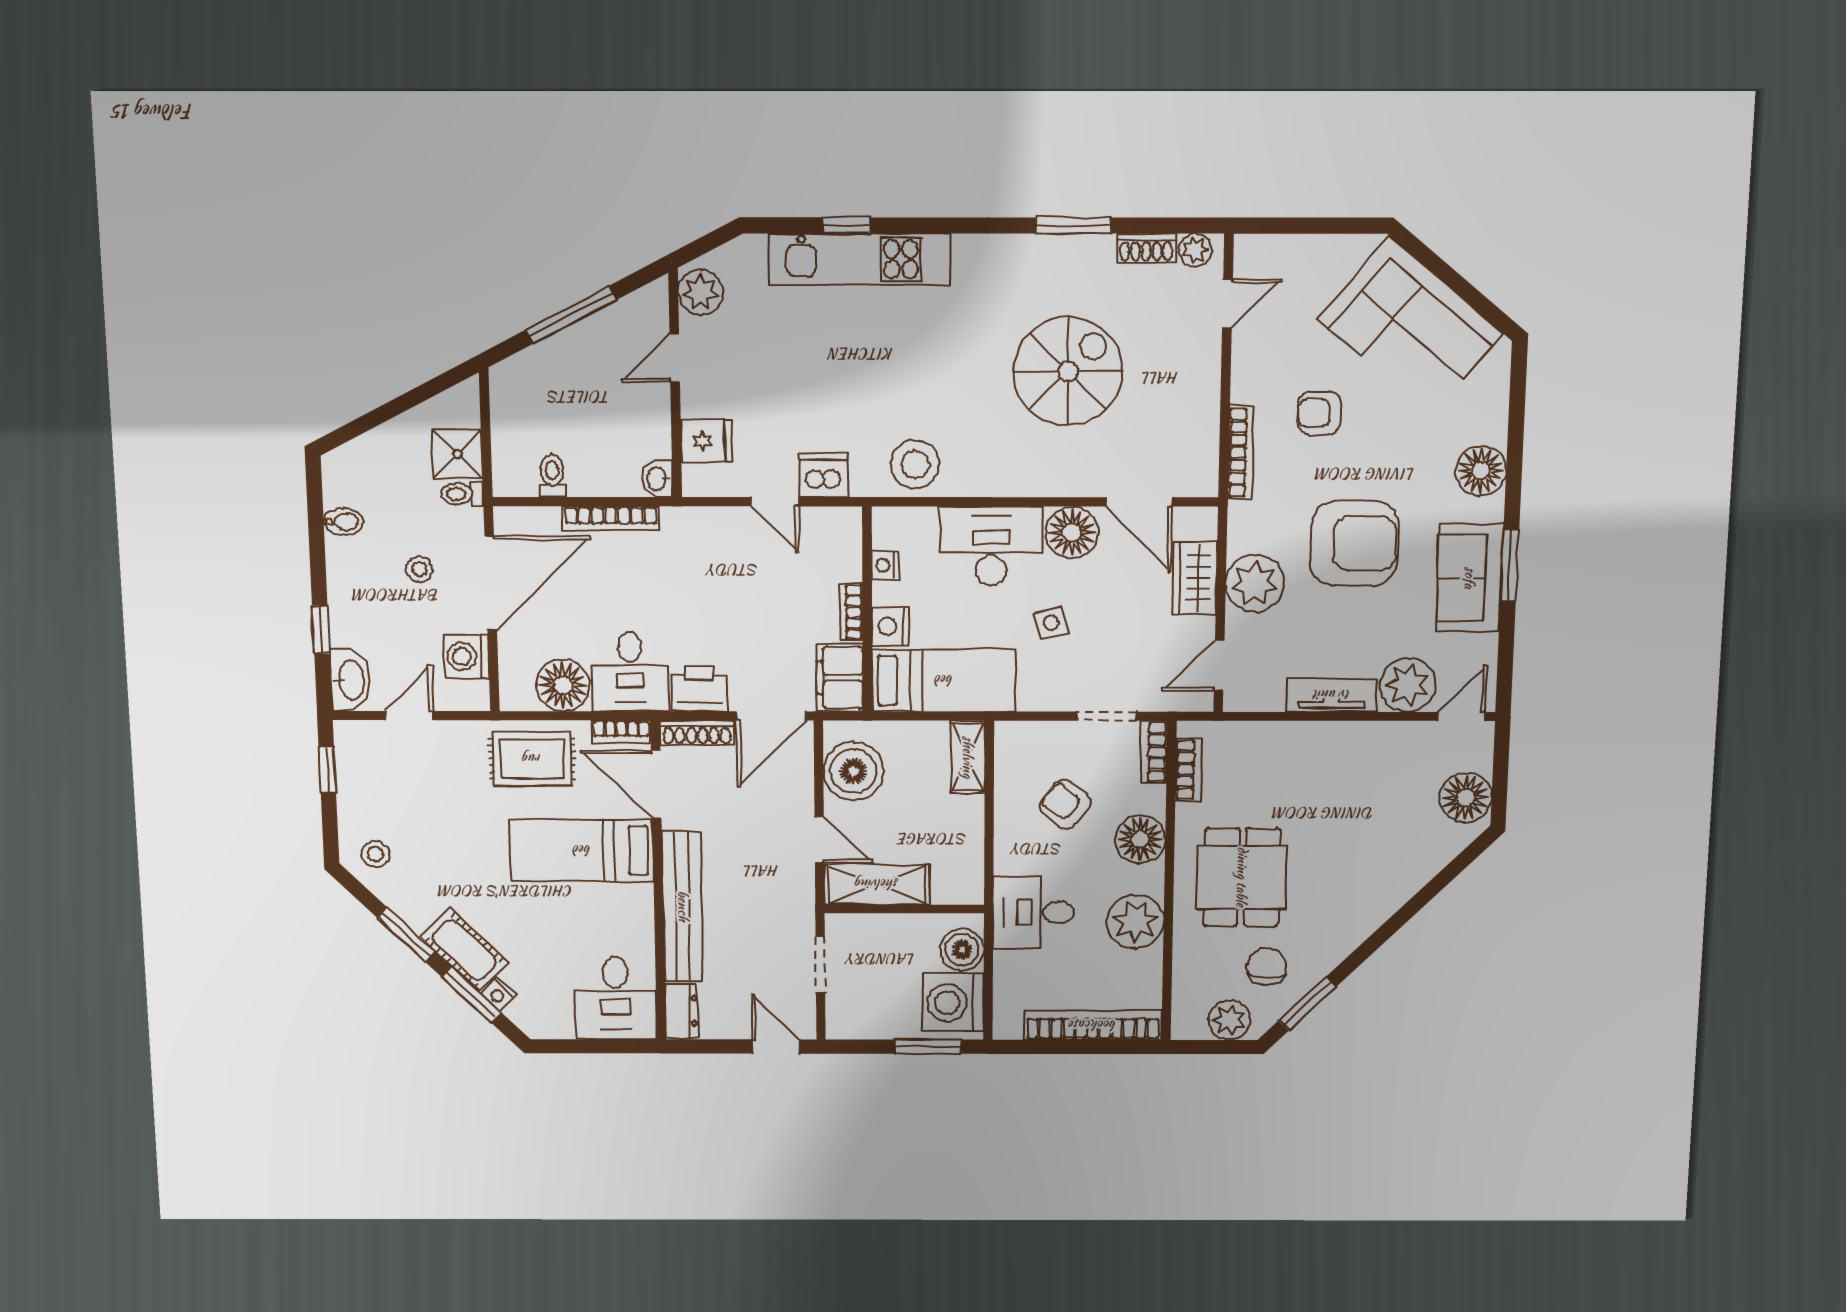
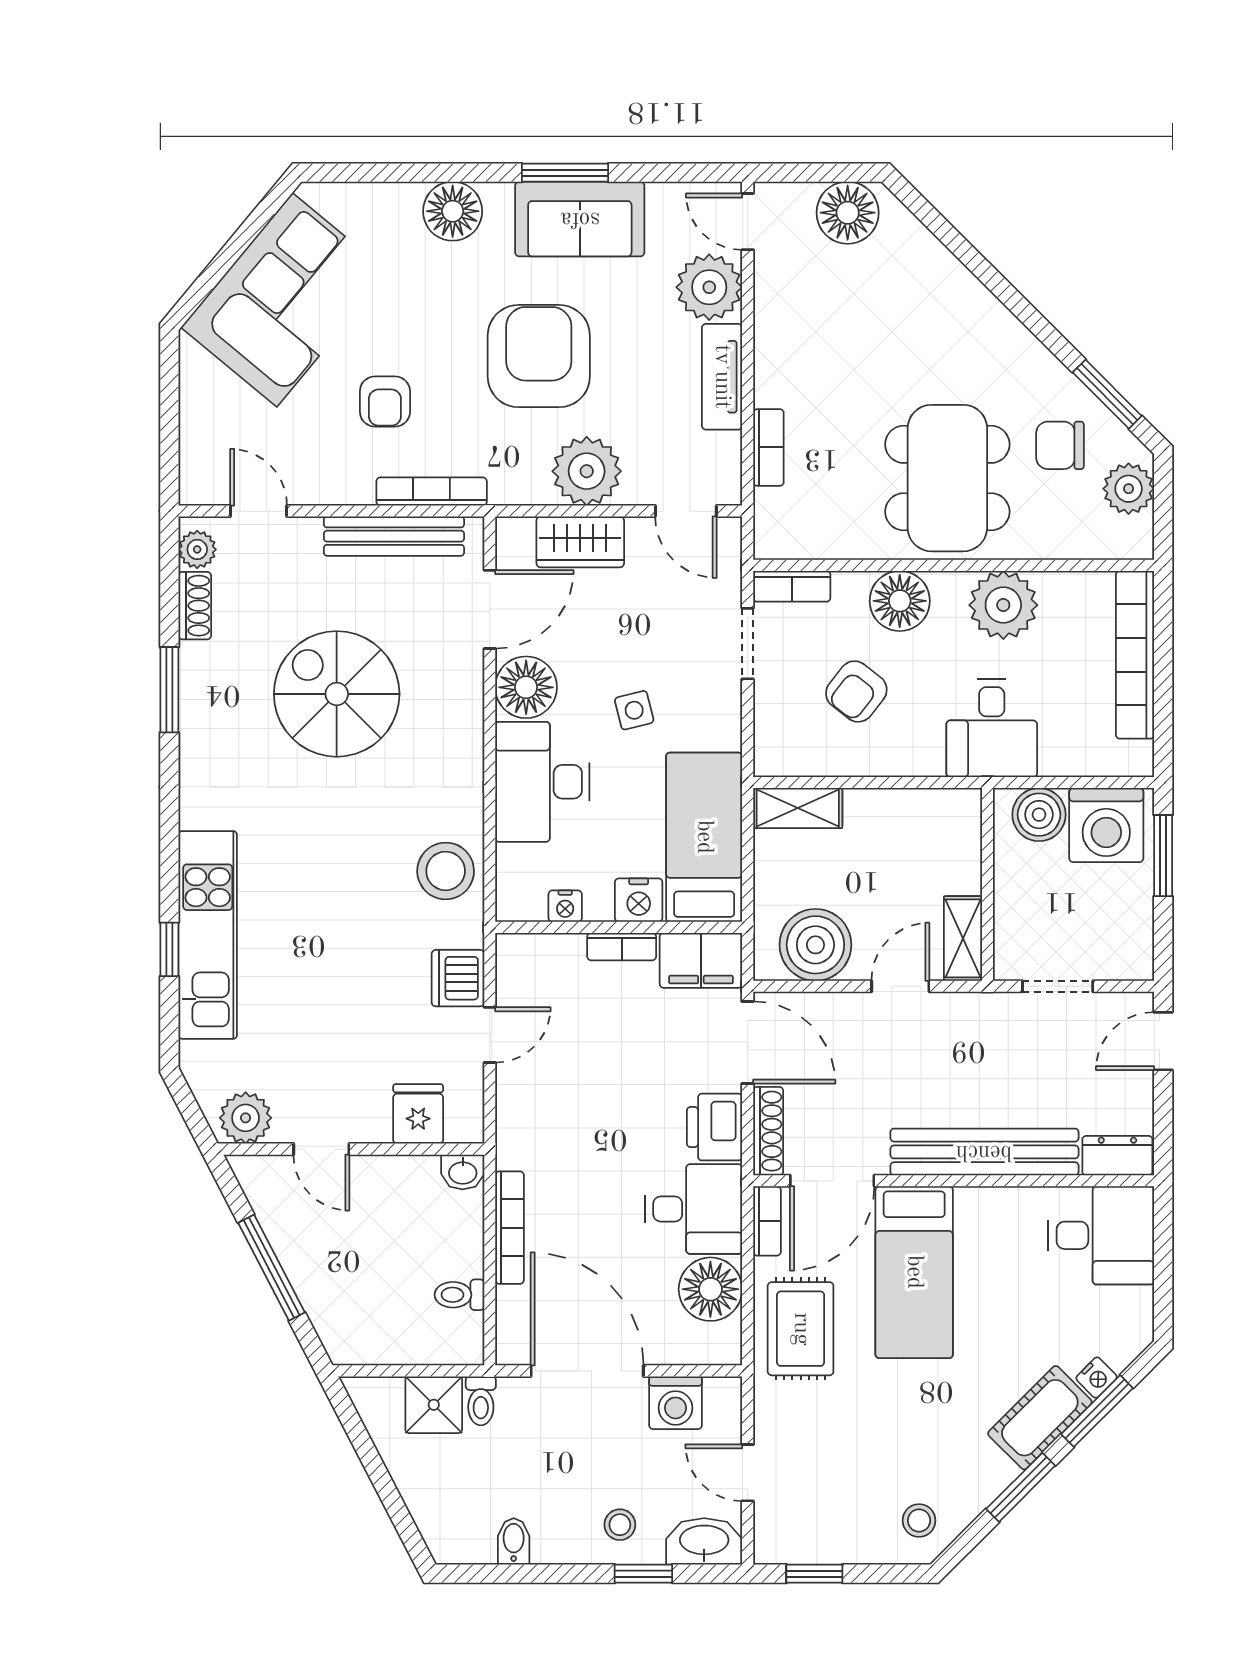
bench: (1203, 421) -> (394, 536), added
stool: (419, 569) -> (620, 1525), moved
bookcase: (1189, 770) -> (768, 447), moved, turned 90
dining table: (1242, 877) -> (947, 478), width x1.38
shelving: (877, 884) -> (963, 938), width x0.67, depth x0.75

